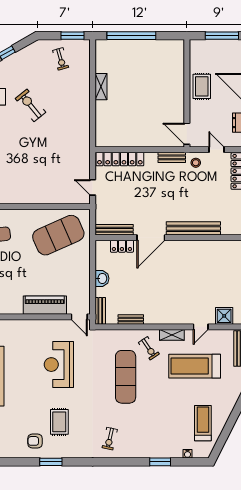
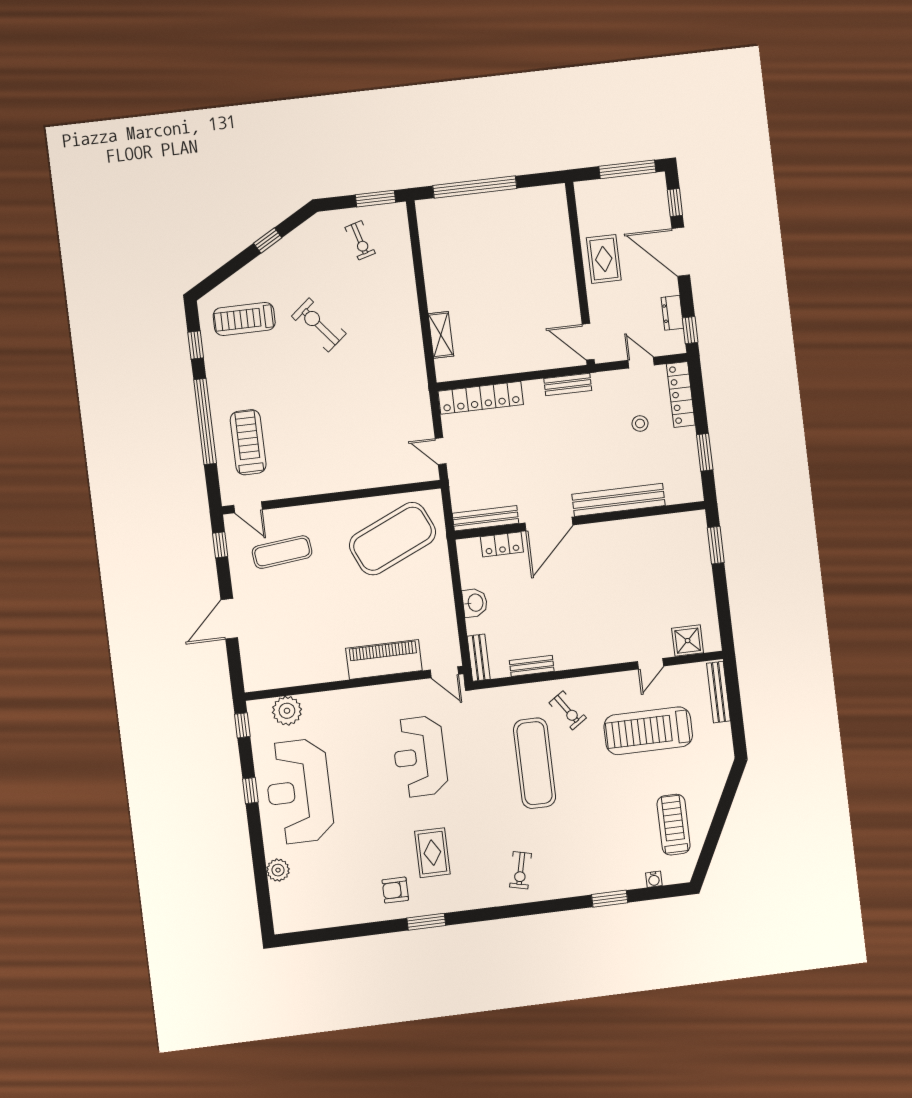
shelving: (101, 87) -> (441, 335), moved
stool: (196, 163) -> (640, 423), moved
shelving: (172, 335) -> (604, 683), removed

